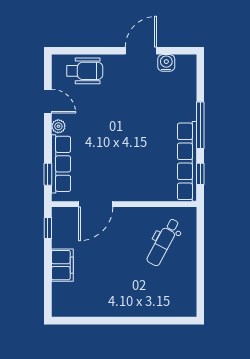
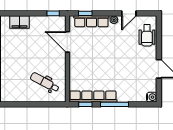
water cooler: (166, 63) -> (152, 97), moved
filing cabinet: (62, 265) -> (19, 22), moved

